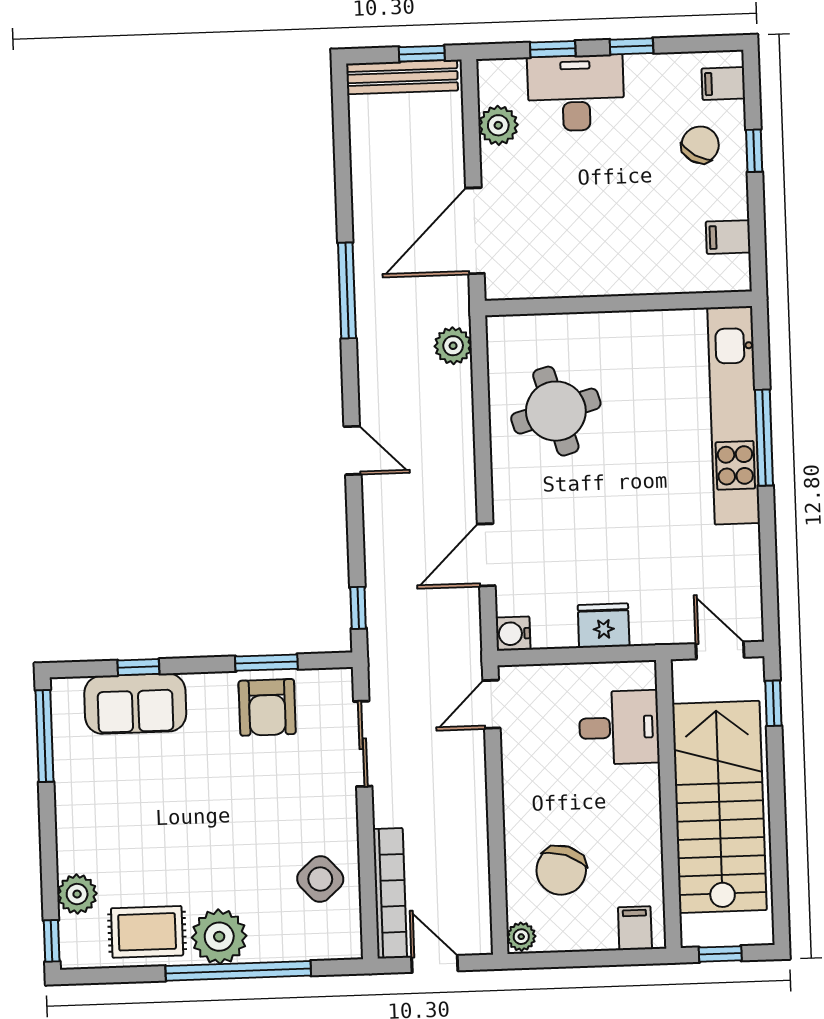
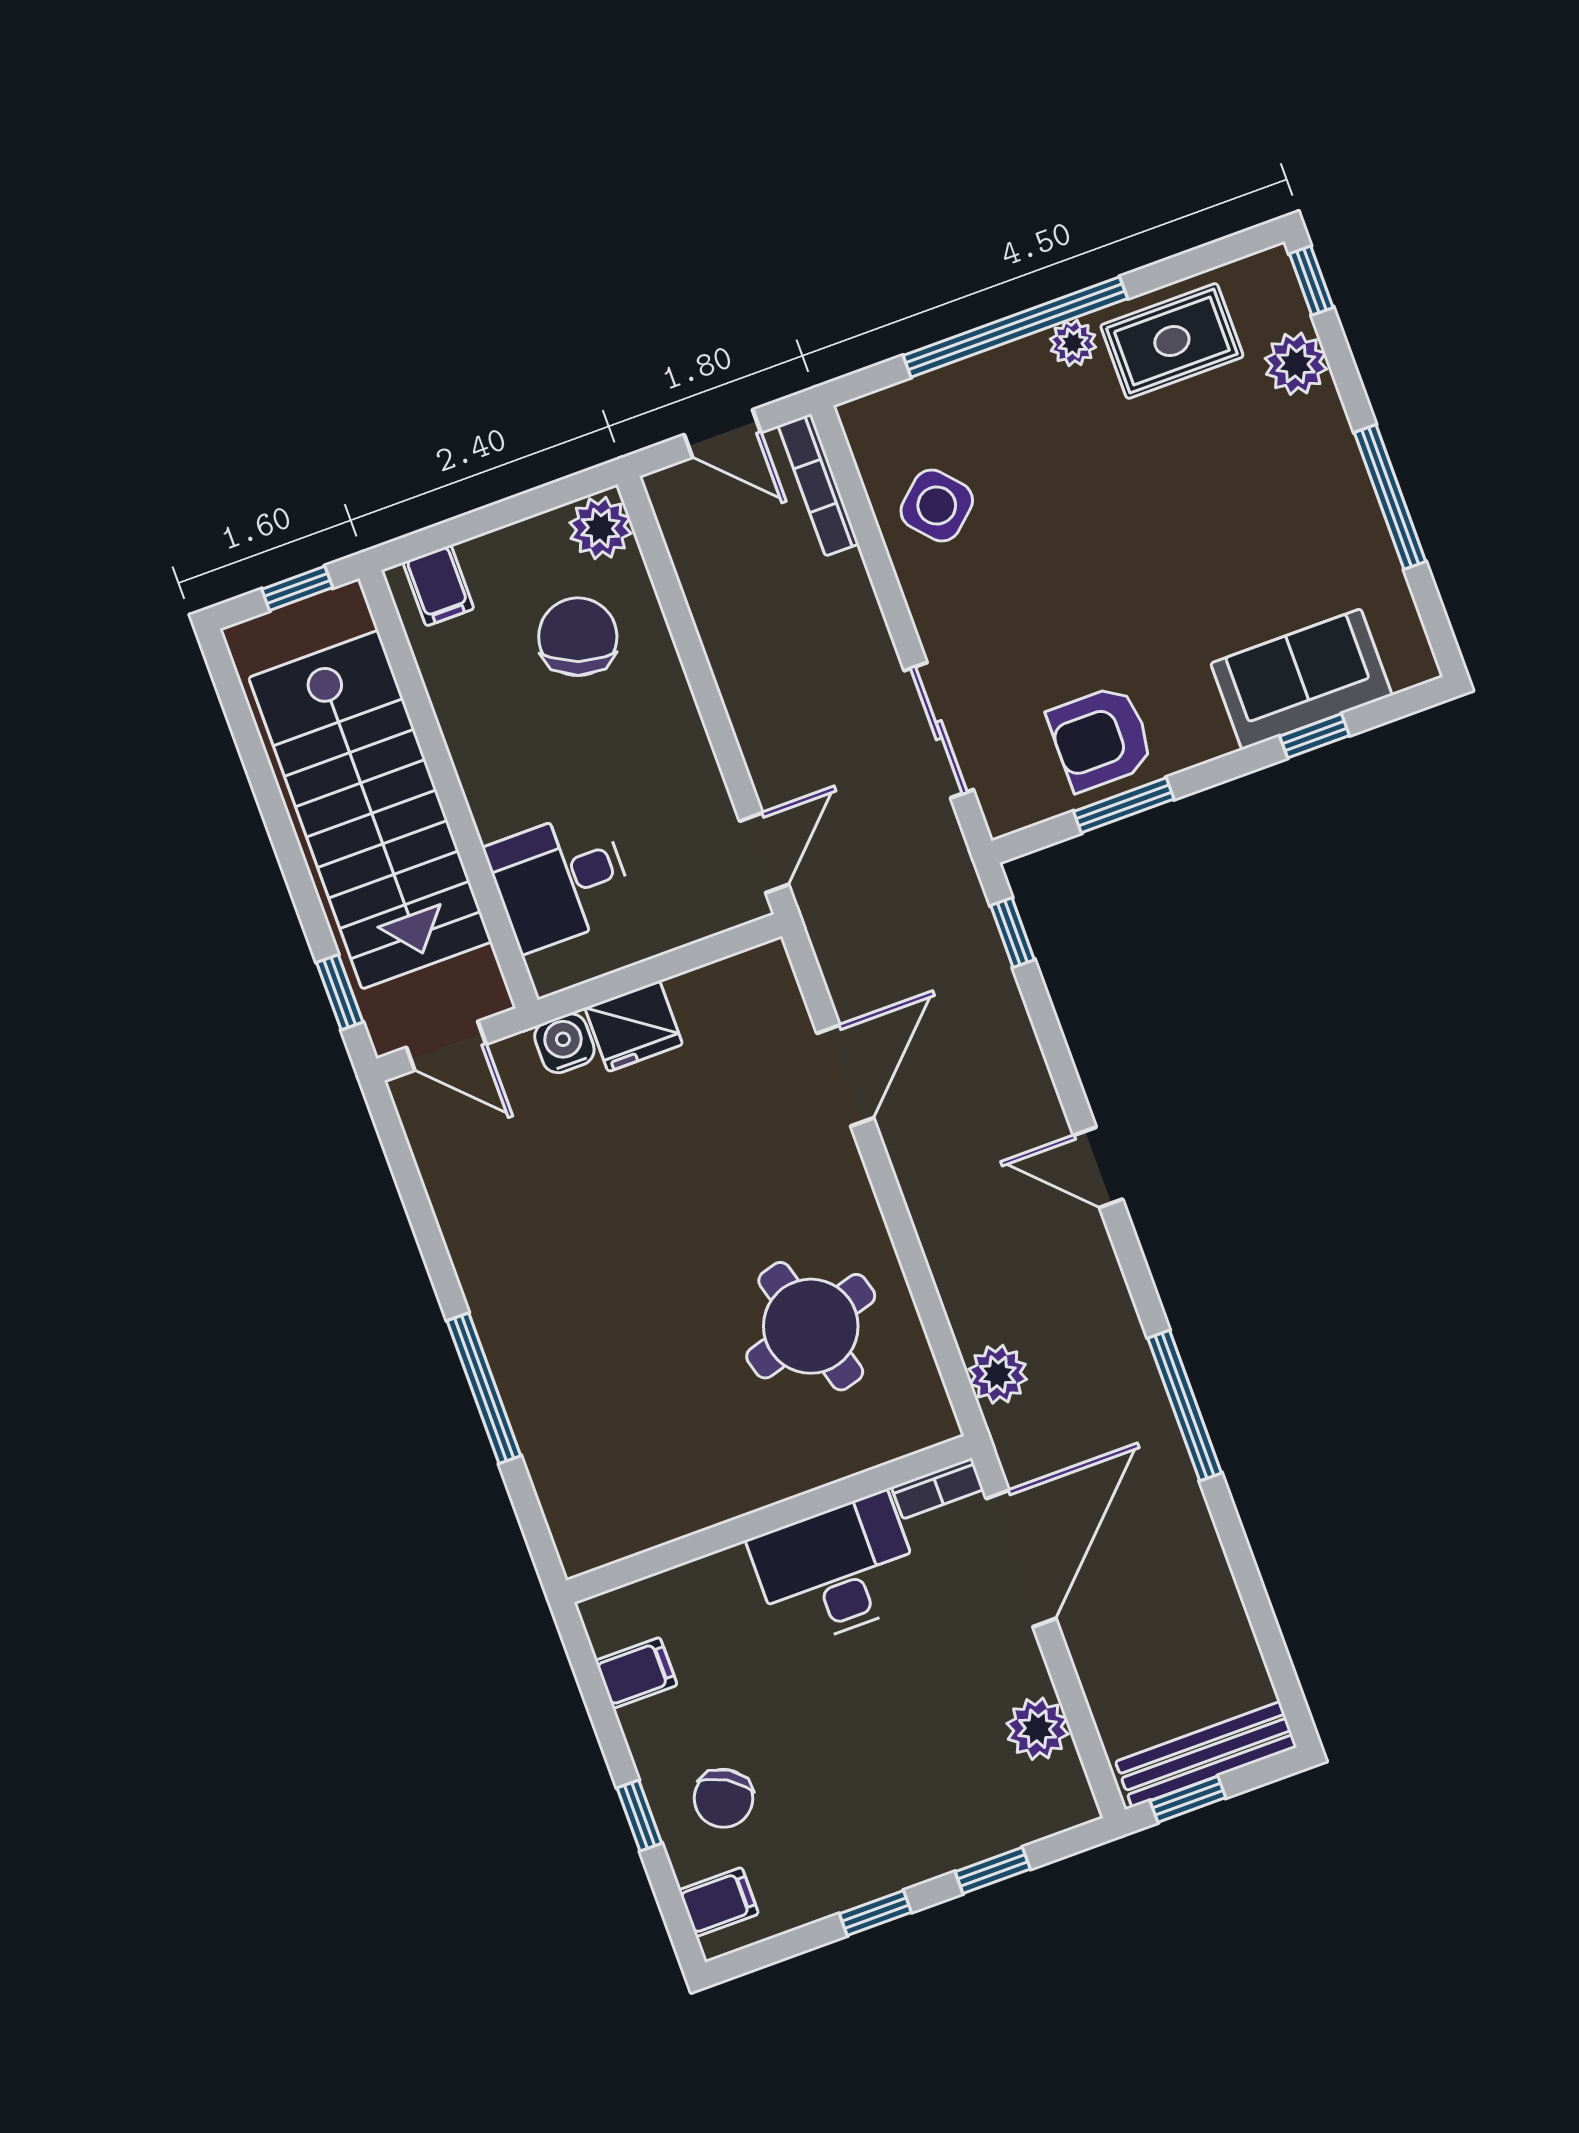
desk: (576, 93) -> (836, 1570), moved, turned 180
bookcase: (511, 289) -> (938, 1488), added
kitchen unit: (734, 415) -> (541, 1407), removed
water cooler: (513, 634) -> (564, 1043), moved, turned -90
armchair: (267, 707) -> (1101, 738), turned -90
window: (44, 736) -> (1390, 497), moved
bookcase: (390, 893) -> (818, 485), width x0.68, depth x0.76
plant: (219, 937) -> (1073, 343), width x0.53, depth x0.53
plant: (521, 937) -> (600, 528), width x1.38, depth x1.38

